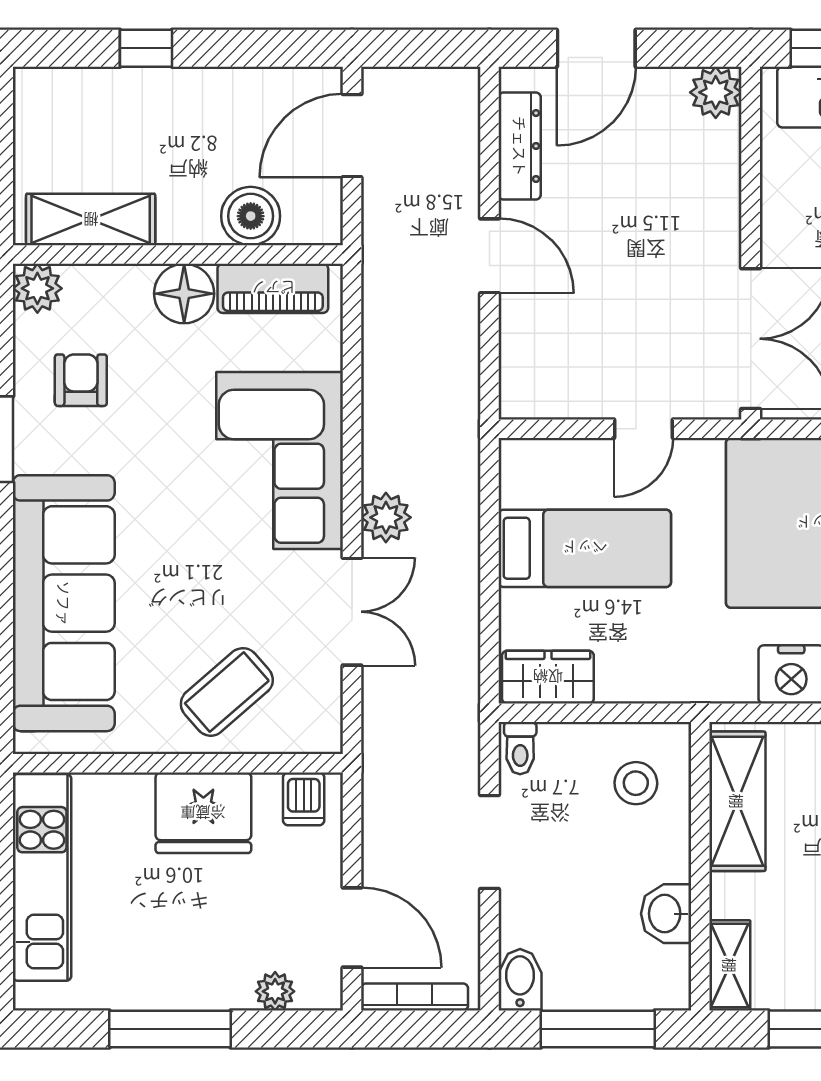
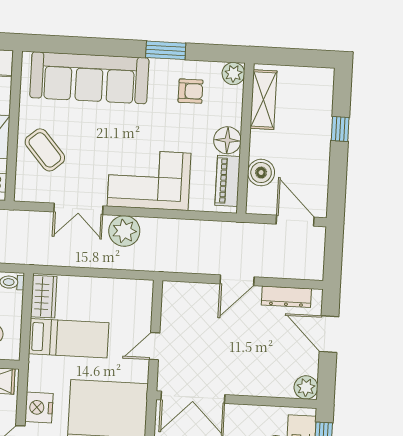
door: (643, 429) -> (155, 346), hinge flipped
plant: (386, 517) -> (124, 231), width x1.36, depth x1.36
bed: (585, 548) -> (69, 338), moved, turned -90

